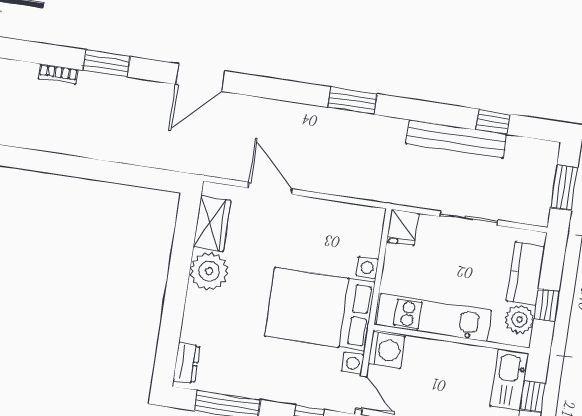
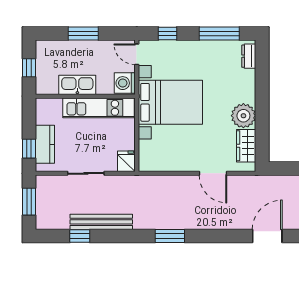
window: (546, 305) -> (29, 149), moved
plant: (519, 320) -> (45, 115), removed
kitchen sink: (509, 380) -> (77, 85), moved, turned -90

